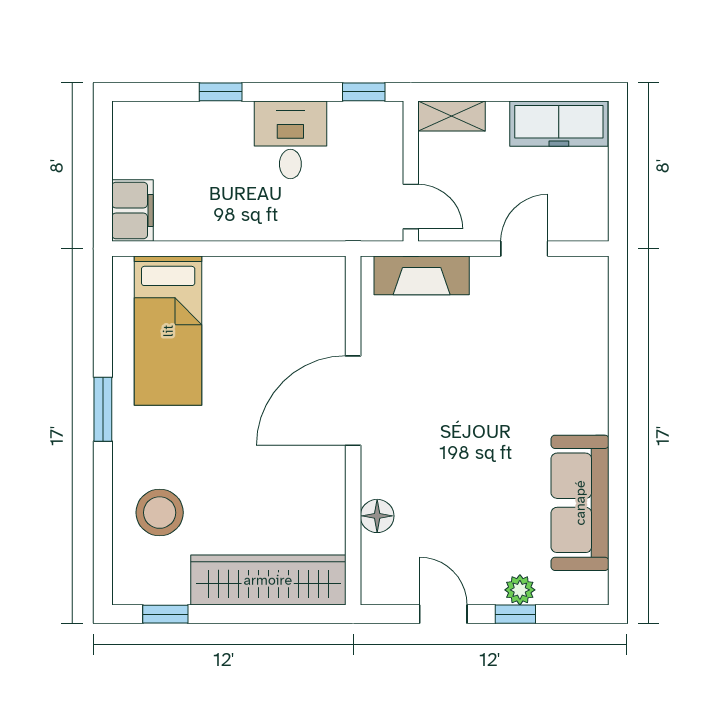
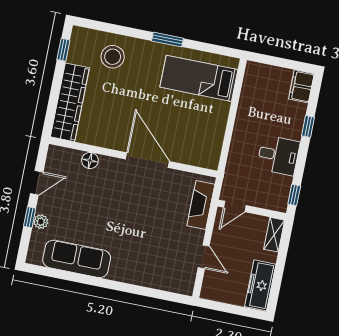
filing cabinet: (132, 210) -> (301, 86), moved, turned 90

